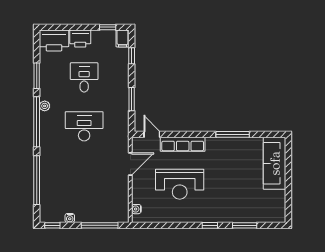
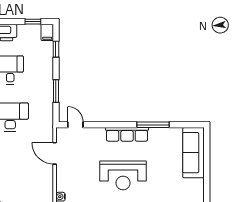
row of seats: (183, 144) -> (127, 134), moved
door: (130, 164) -> (55, 153), swing flipped
reception desk: (180, 184) -> (123, 175), moved

